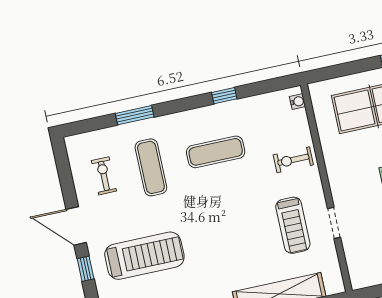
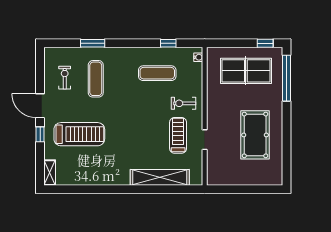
window: (224, 96) -> (168, 43), moved
exercise mat: (216, 152) -> (157, 73), moved
exercise bike: (293, 160) -> (184, 103), moved
treadmill: (293, 225) -> (178, 135), turned 180

